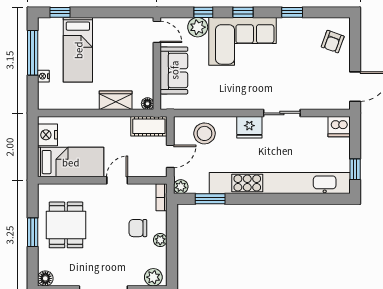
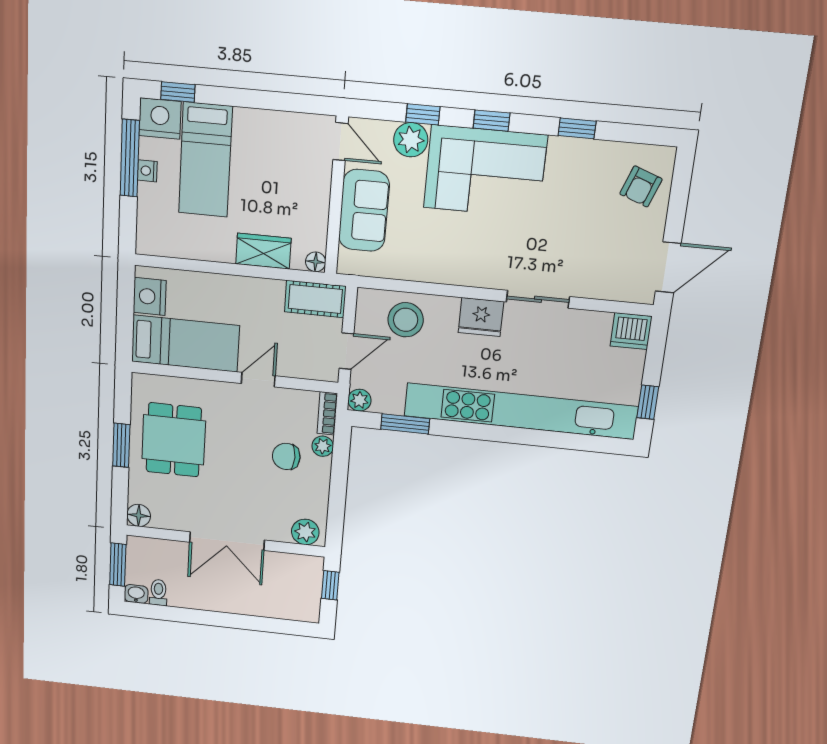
nightstand: (50, 28) -> (160, 118), added
nightstand: (43, 76) -> (147, 171), moved
plant: (160, 240) -> (323, 446), moved

